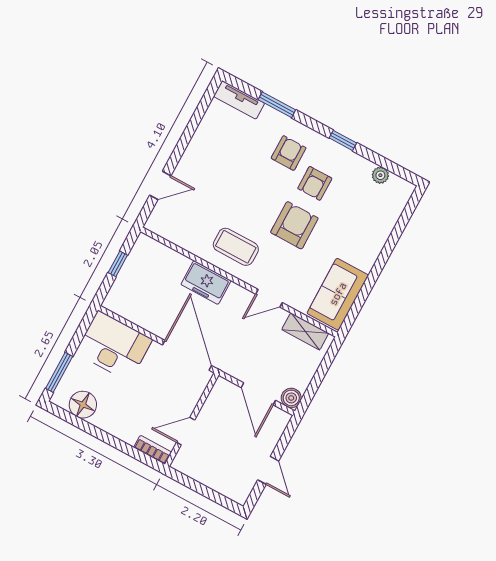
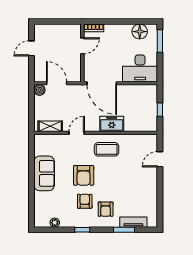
tv unit: (239, 100) -> (133, 222), moved
sofa: (338, 294) -> (44, 173), moved
door: (268, 470) -> (32, 48), hinge flipped

